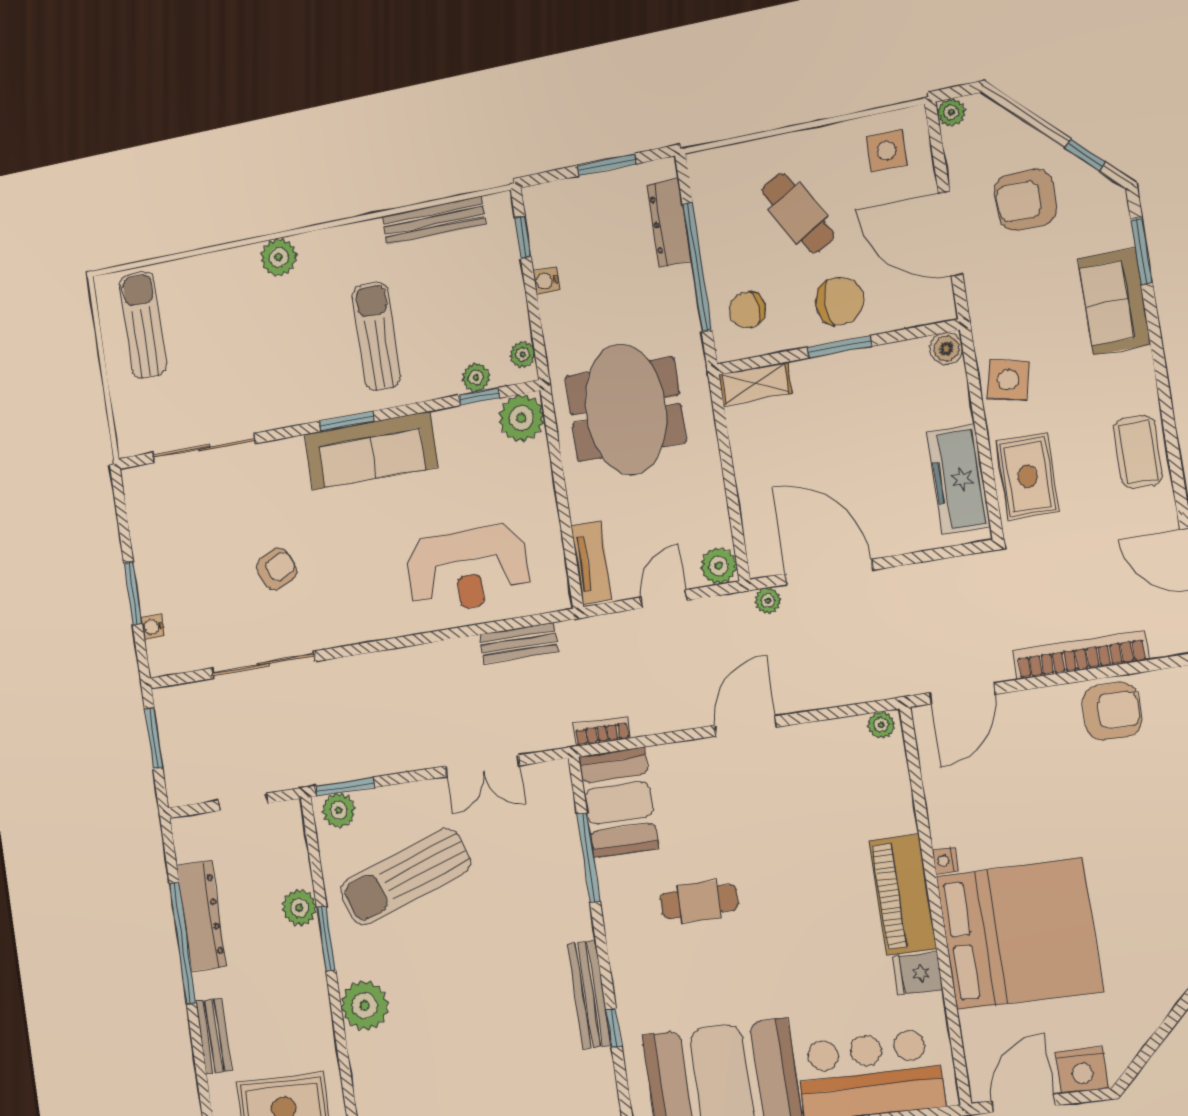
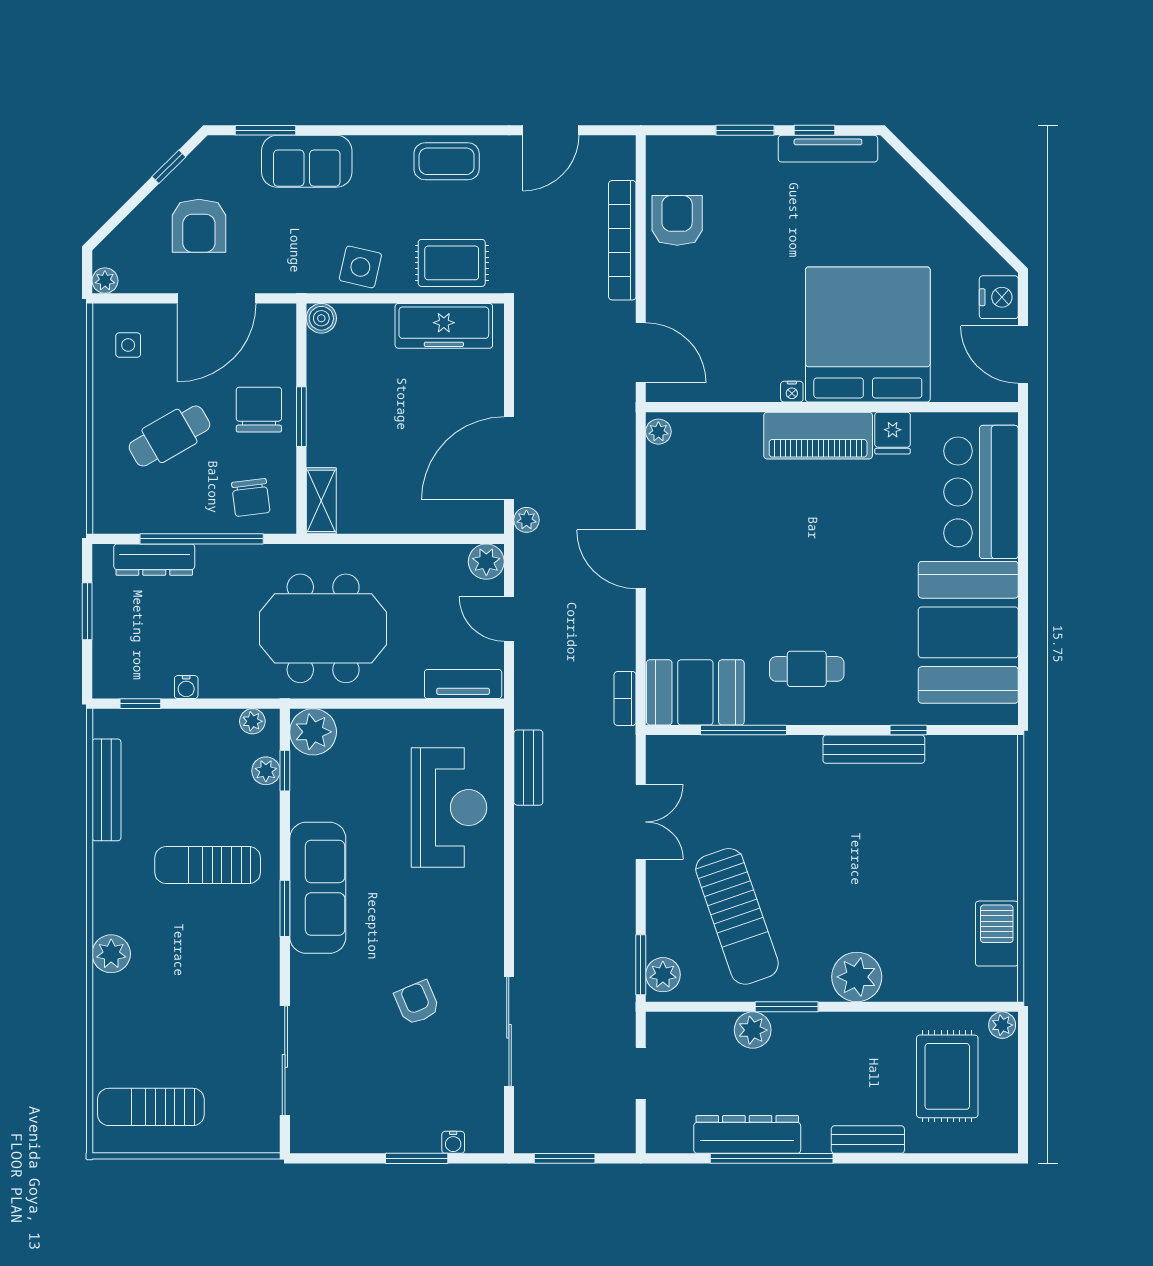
side table: (886, 151) -> (128, 345), width x0.73, depth x0.73
cafe table: (699, 902) -> (807, 669), moved, turned 90

